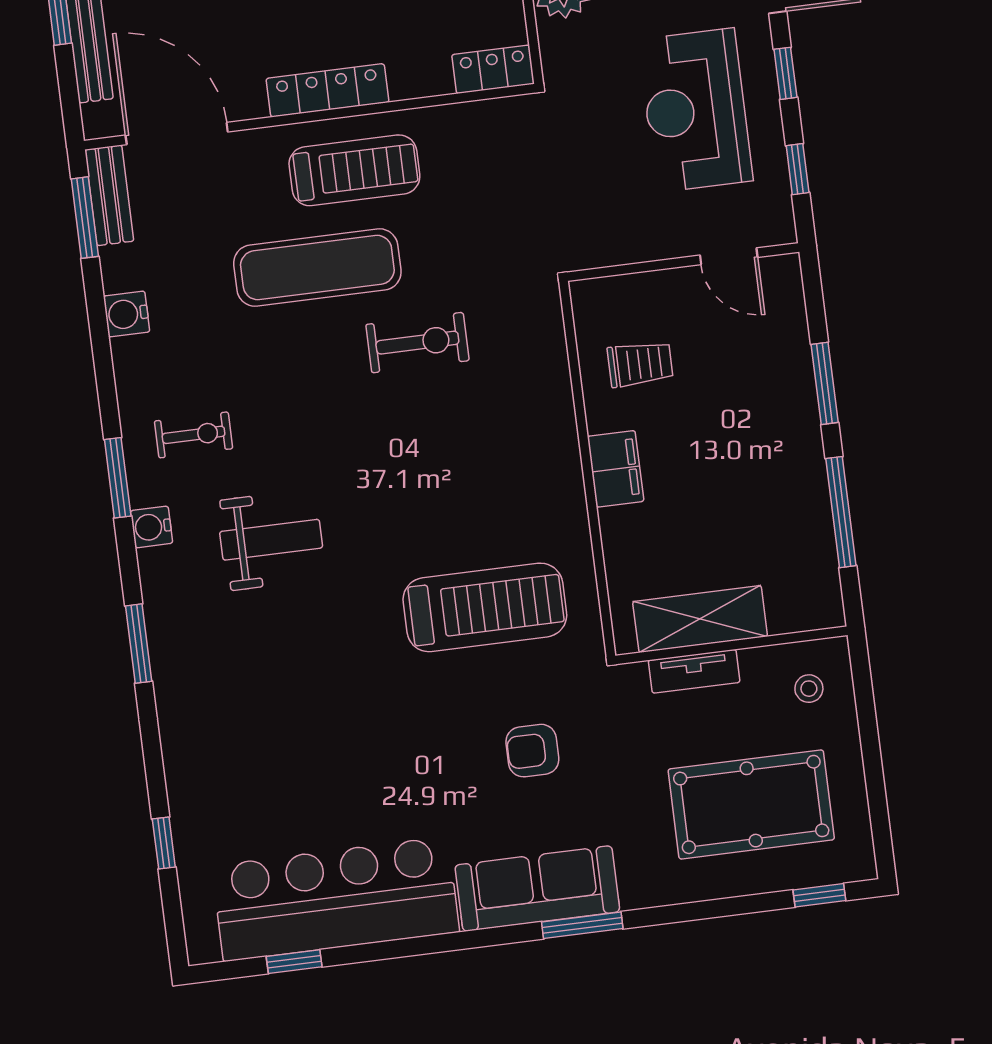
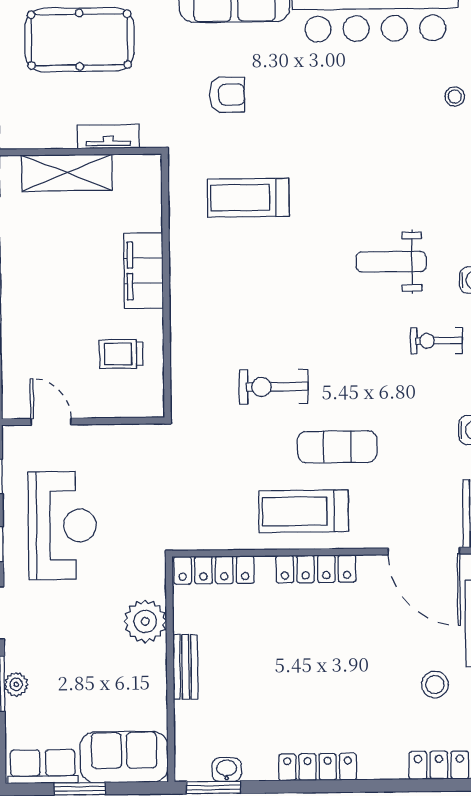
locker: (493, 69) -> (214, 570), width x1.53
exercise mat: (317, 268) -> (337, 447), width x0.73, depth x0.69
filing cabinet: (616, 469) -> (144, 271), width x1.50, depth x1.17
treadmill: (485, 607) -> (248, 198), width x0.73, depth x0.73
shelving: (700, 619) -> (67, 173), moved
stool: (809, 689) -> (455, 96), moved

